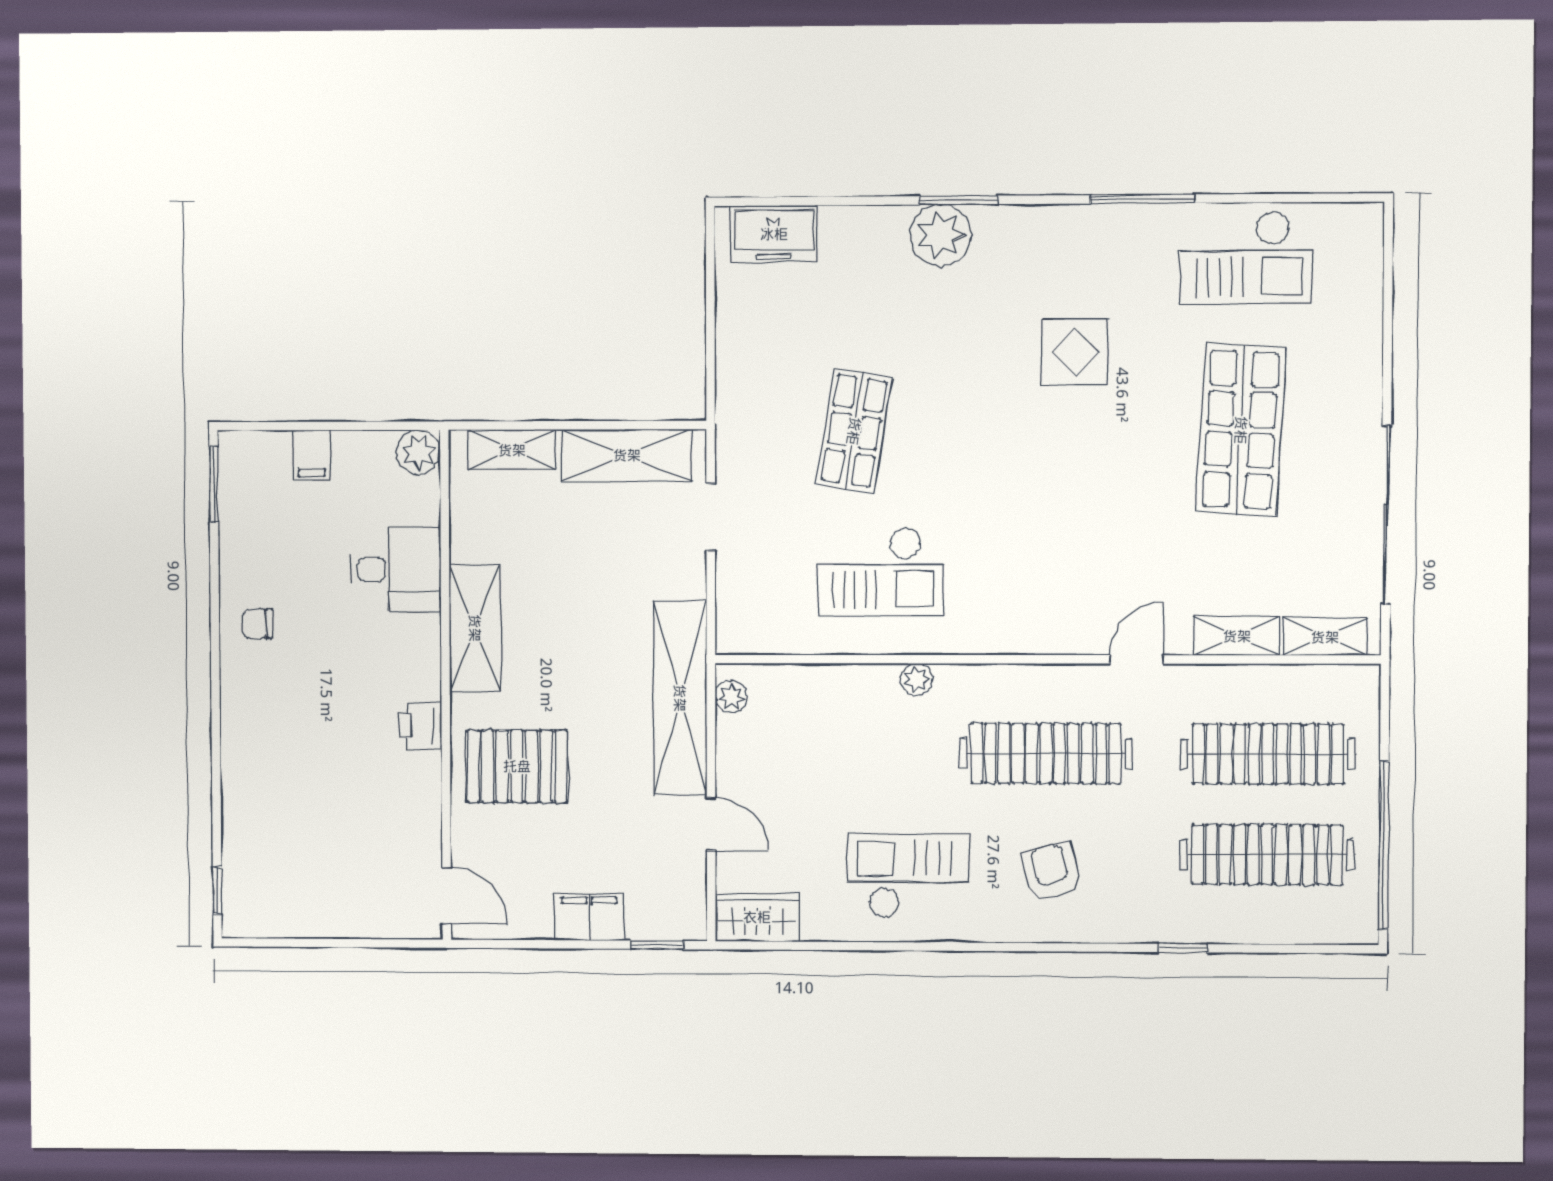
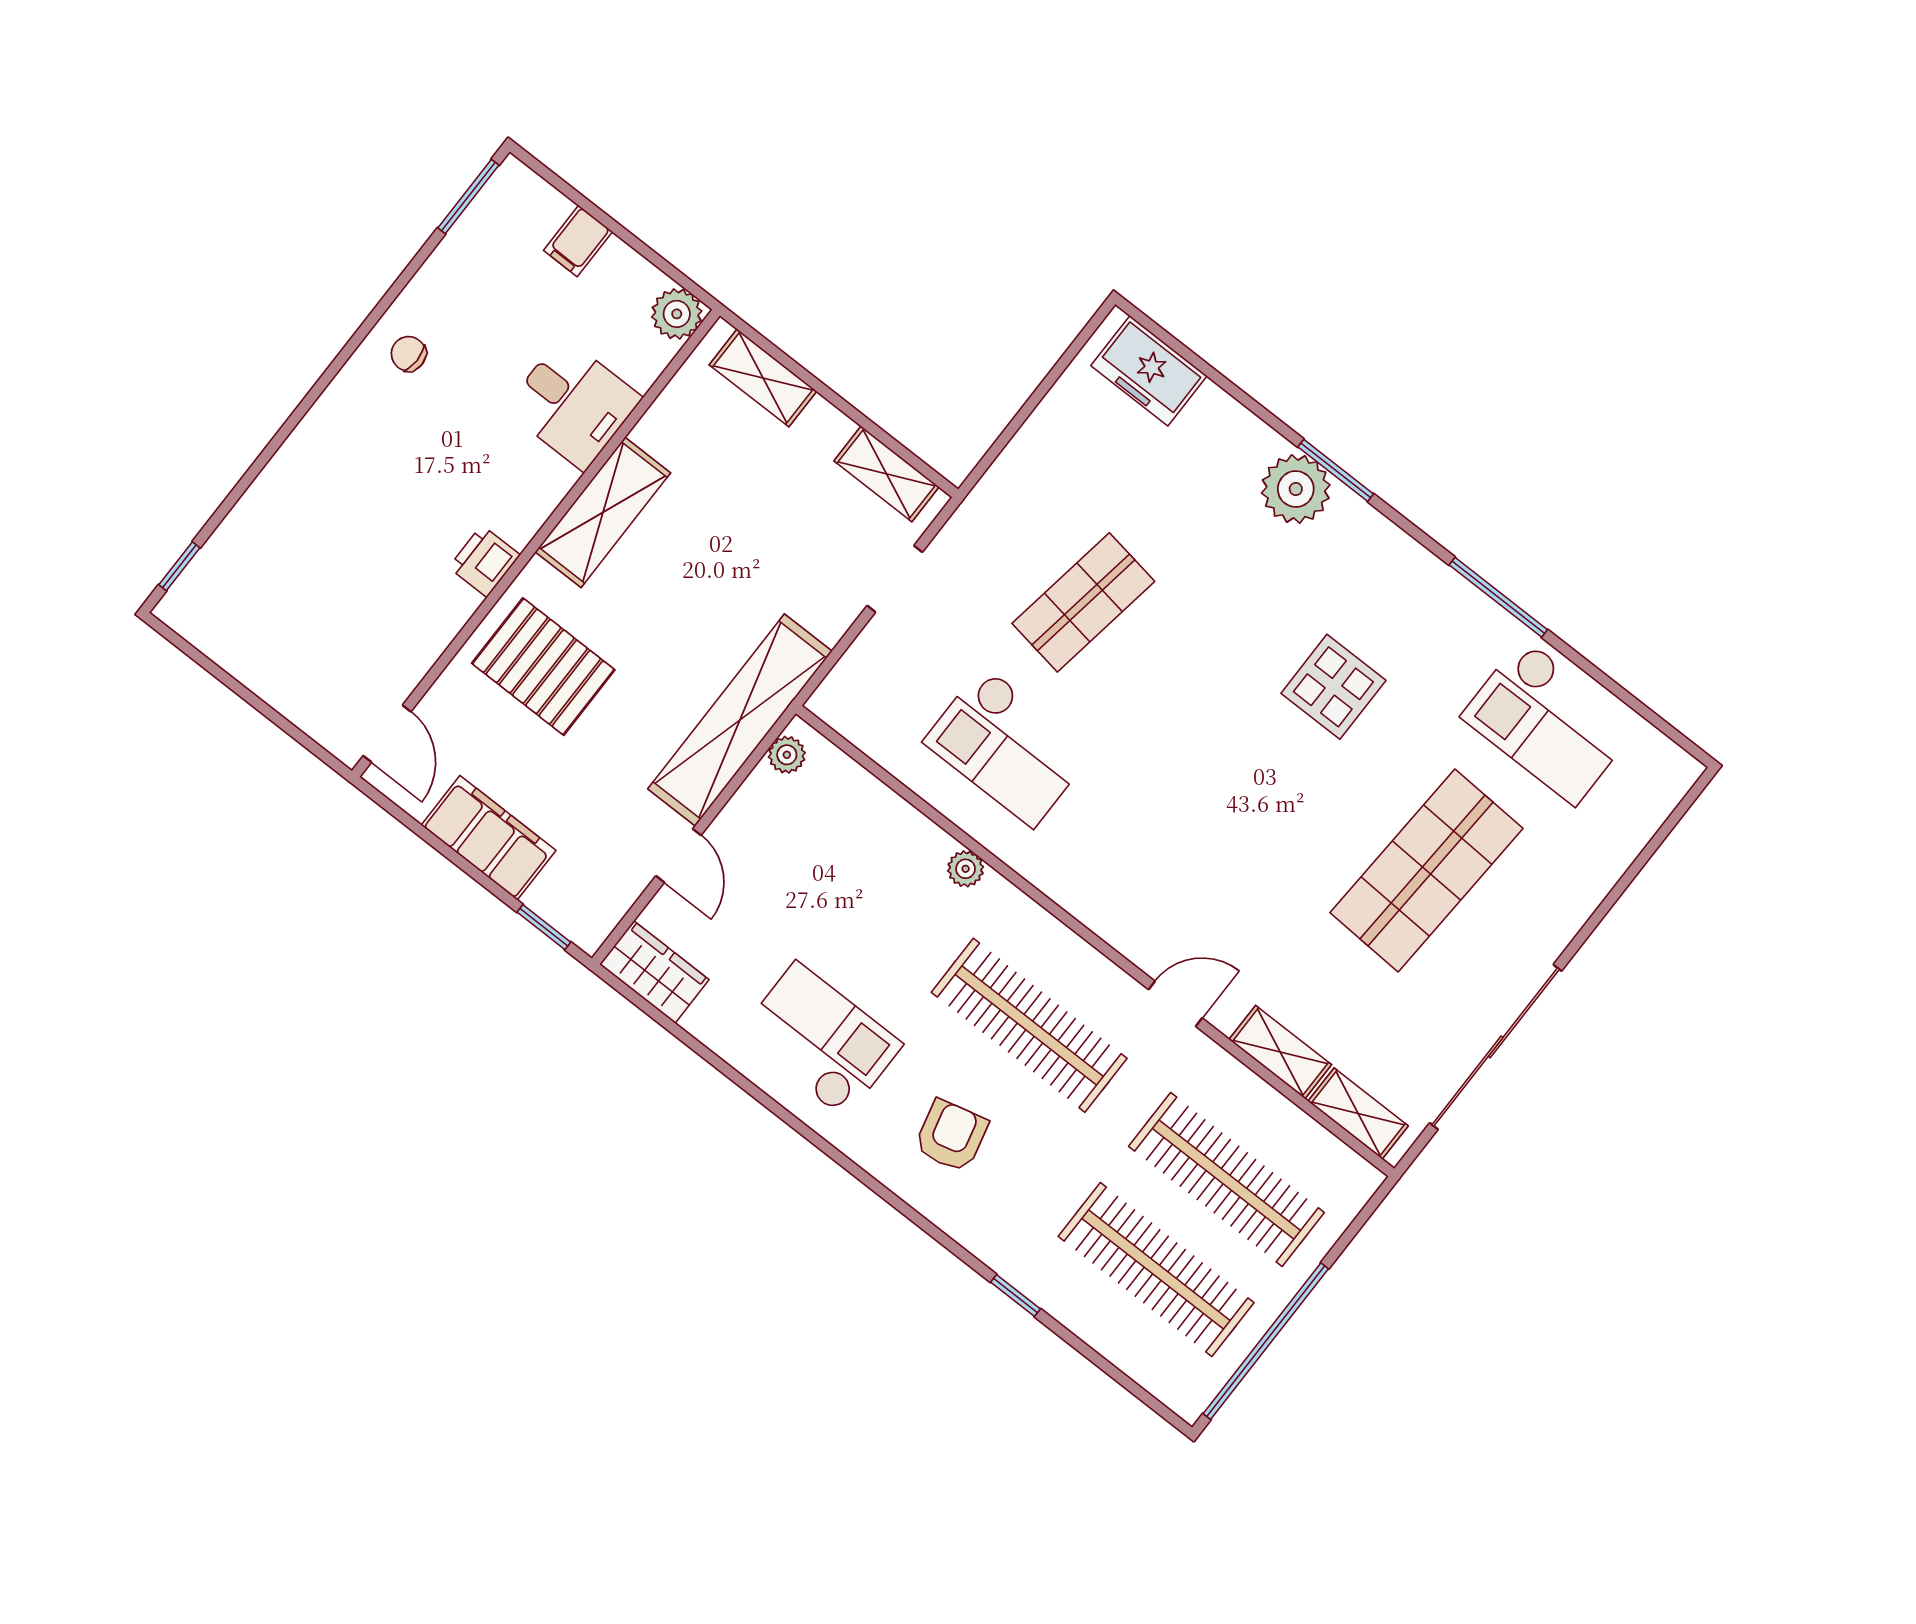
shelving: (627, 455) -> (886, 474), width x0.67, depth x0.75
filing cabinet: (589, 917) -> (489, 838), width x1.50, depth x1.17

